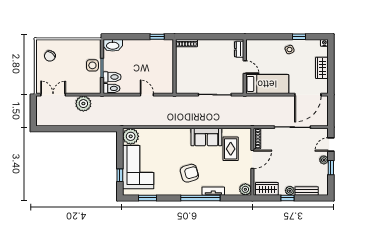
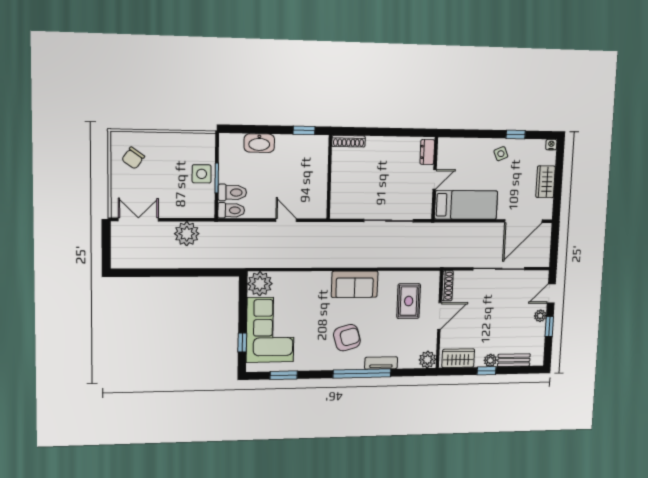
washbasin: (113, 45) -> (259, 143), moved
door: (245, 67) -> (435, 179), hinge flipped
sofa: (206, 137) -> (355, 284), moved

